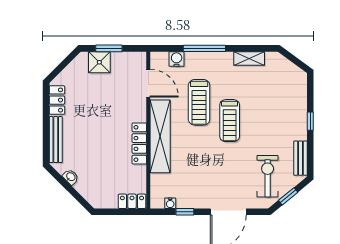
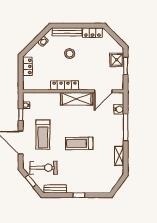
treadmill: (199, 102) -> (43, 135), moved, turned -90
stool: (90, 135) -> (70, 54), added
shelving: (160, 136) -> (77, 99), width x0.68
locker: (132, 201) -> (27, 66), moved

